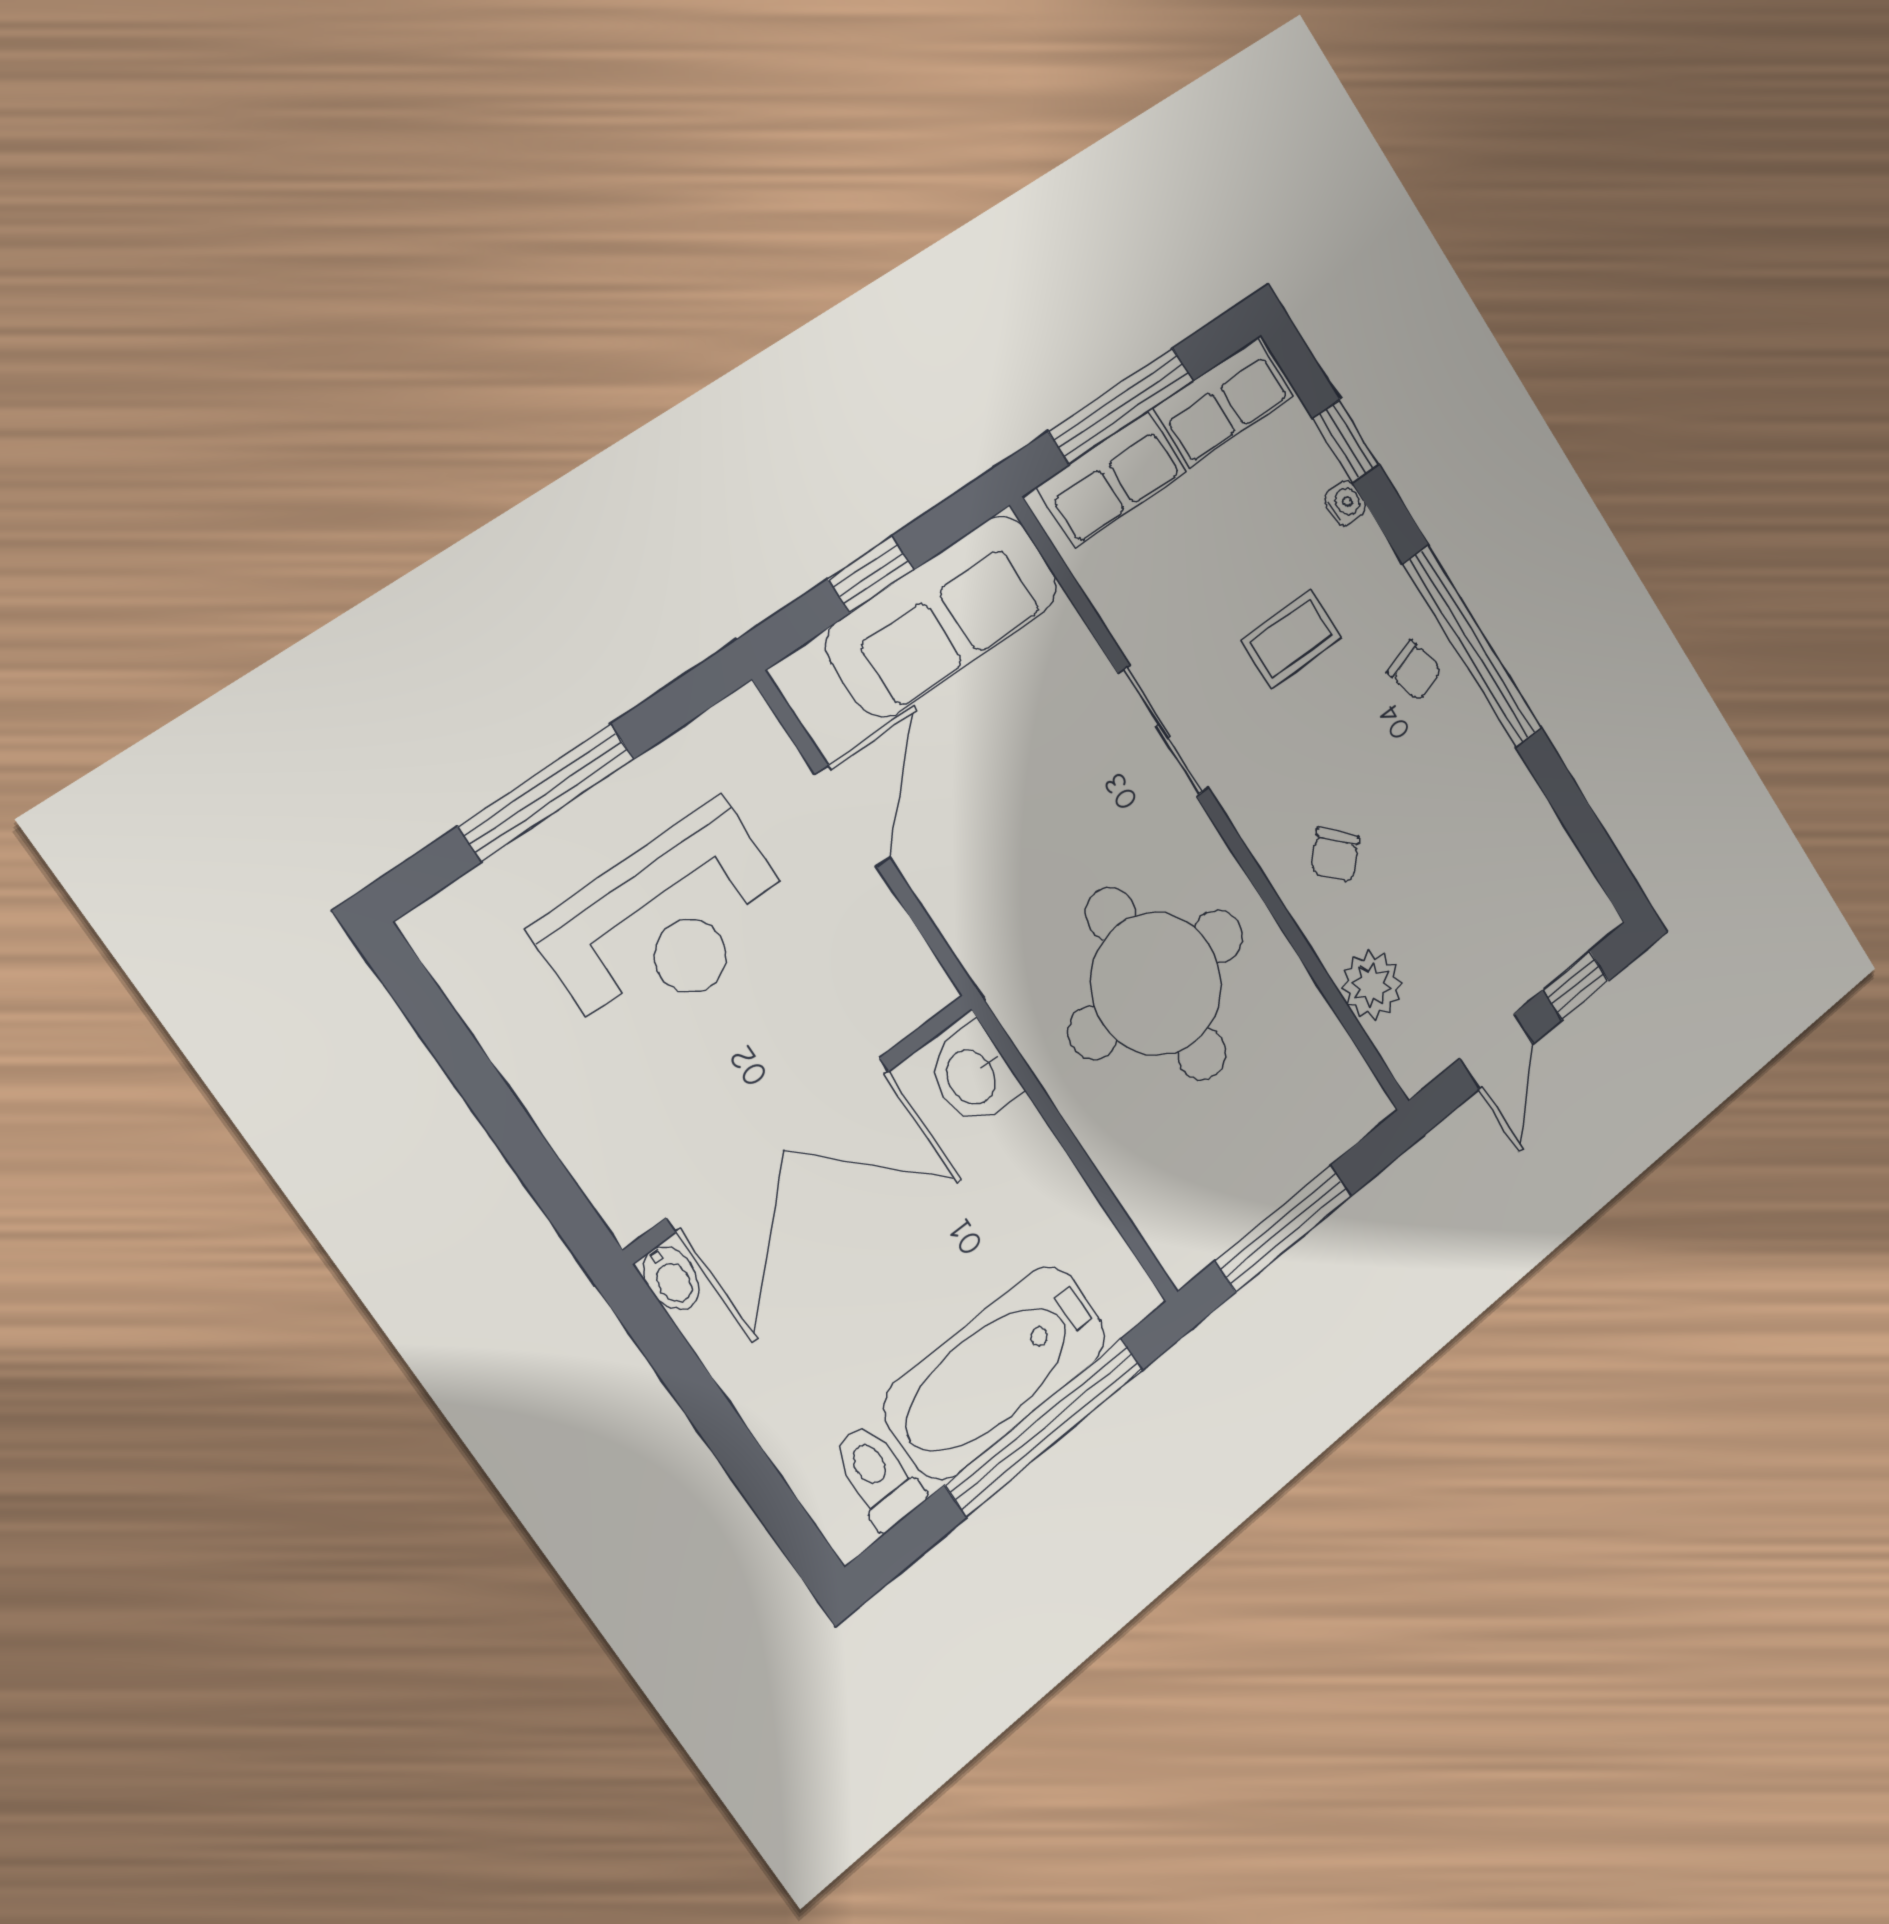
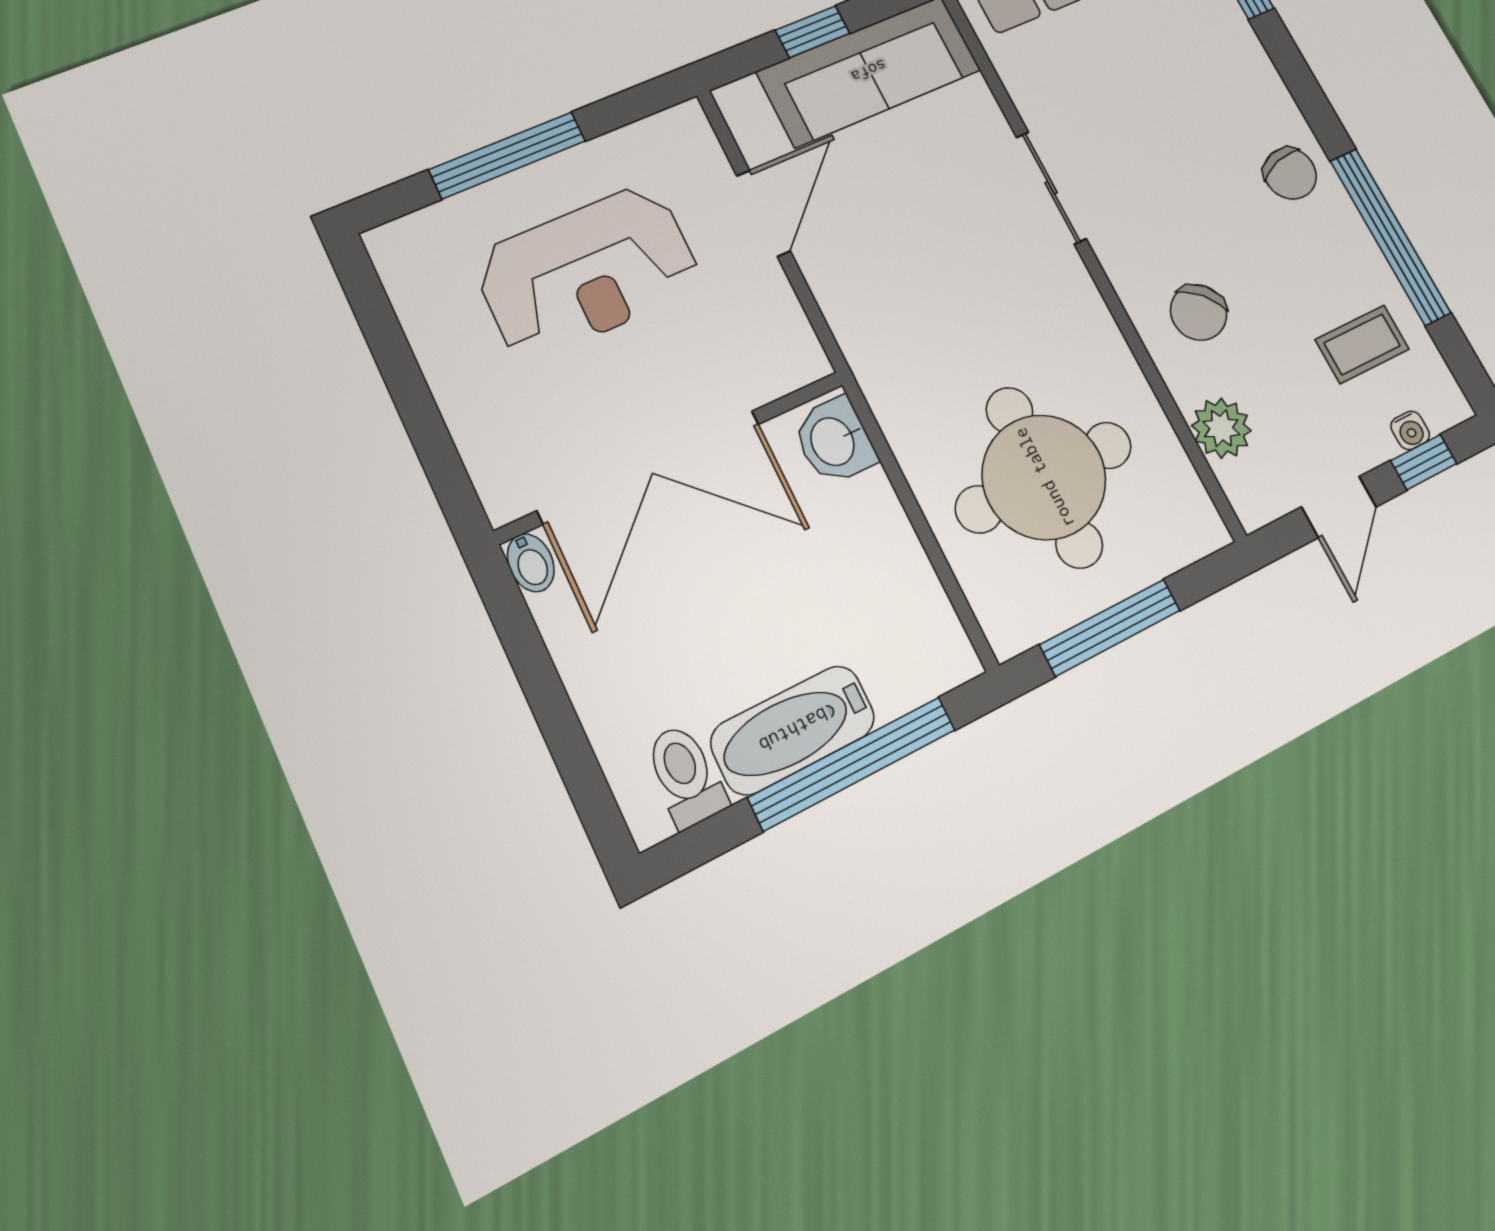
water cooler: (1345, 503) -> (1410, 430), moved, turned 90
coffee table: (1291, 639) -> (1362, 344), moved
window: (1472, 647) -> (1390, 236), moved
chair: (1414, 670) -> (1290, 173), width x1.37, depth x1.37
chair: (1335, 855) -> (1199, 312), width x1.37, depth x1.37
round table: (1156, 984) -> (1044, 477), moved
bathtub: (995, 1372) -> (793, 730), width x0.73, depth x0.73

